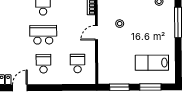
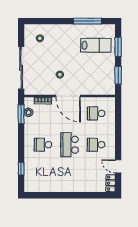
window: (178, 22) -> (87, 21), moved
door: (96, 33) -> (68, 96), width x1.88
lab bench: (152, 63) -> (96, 45), turned -90

